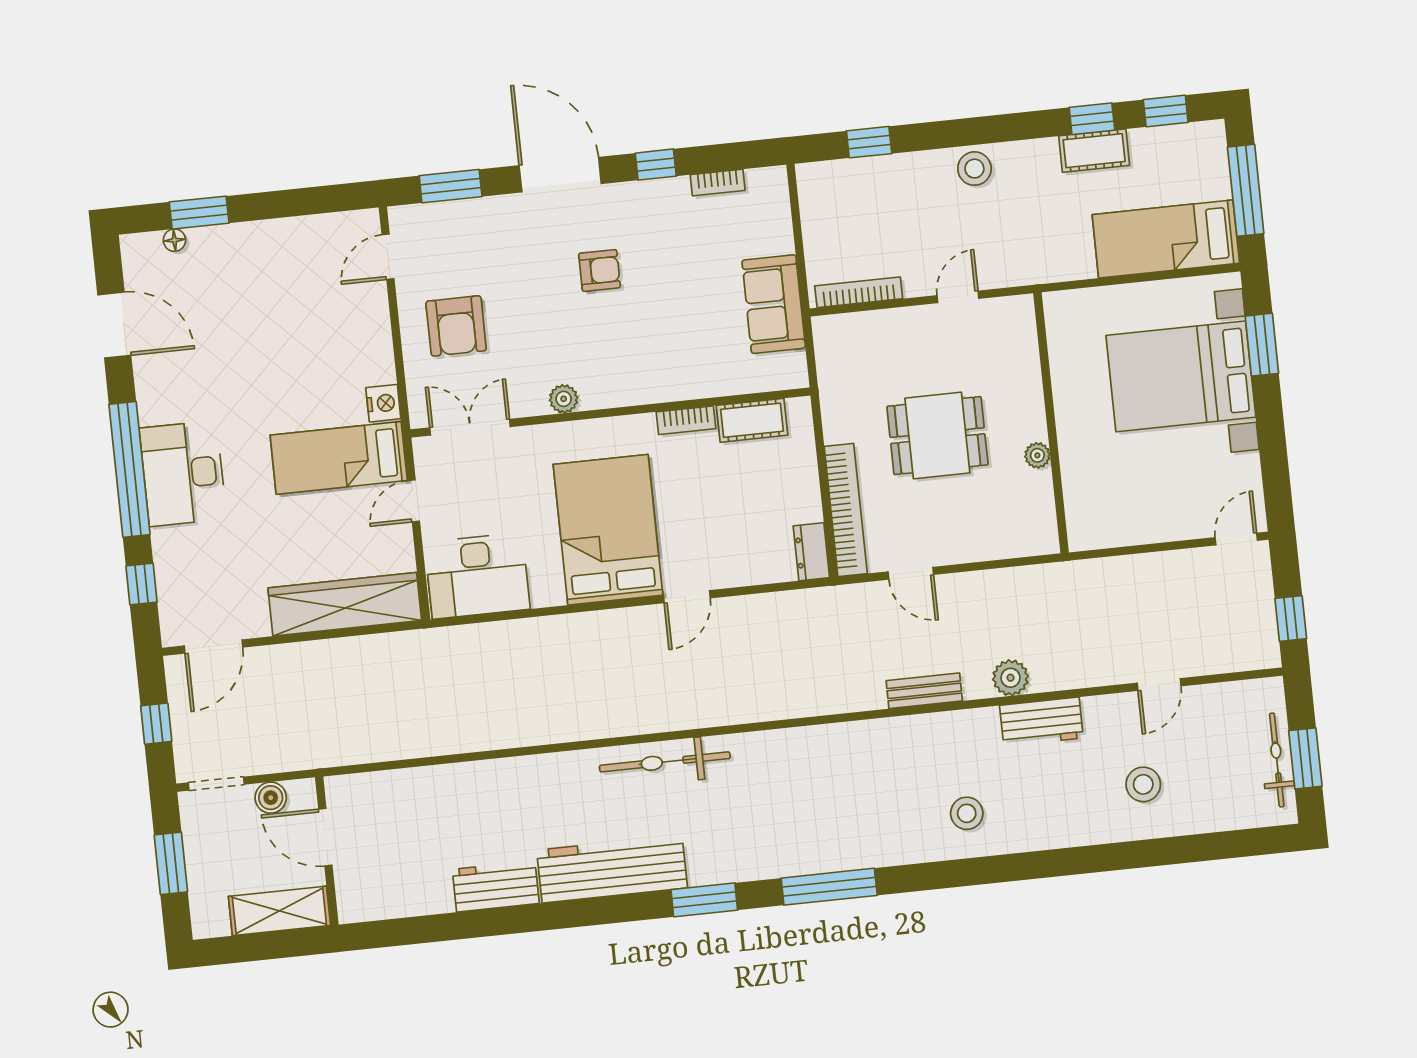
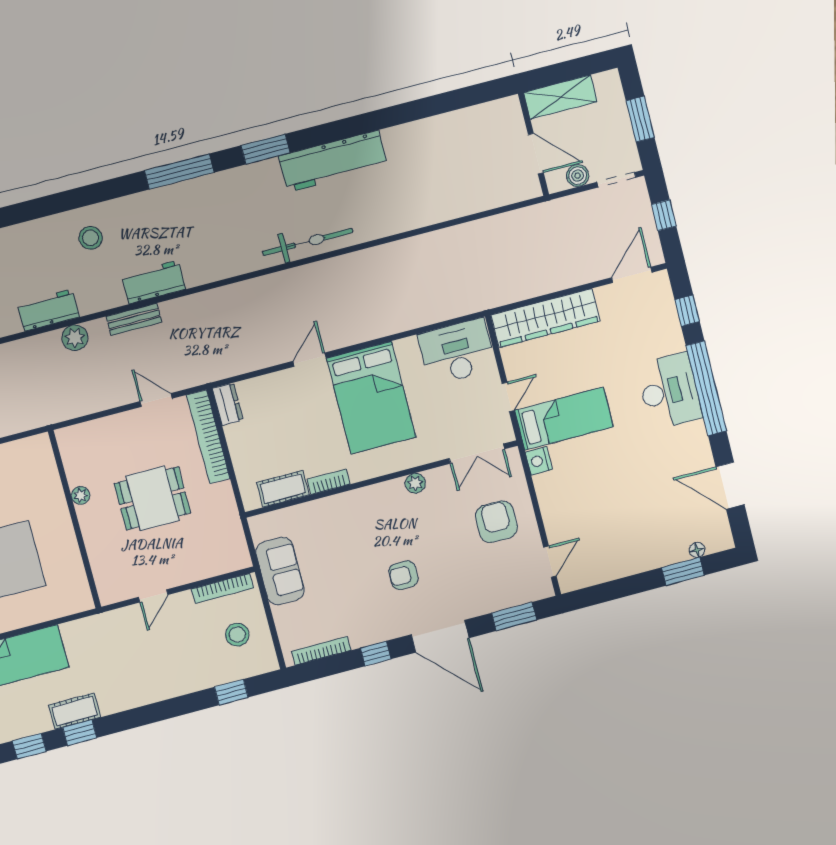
stool: (974, 169) -> (237, 635), moved
bookcase: (718, 182) -> (321, 651), width x1.56
workbench: (496, 886) -> (154, 282), moved, turned 180

